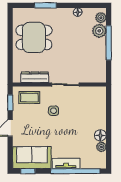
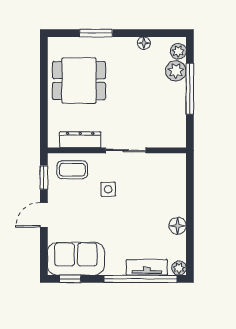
plant: (101, 147) -> (179, 268), moved
tv unit: (66, 163) -> (147, 267), moved

